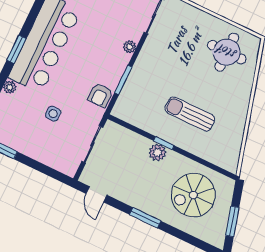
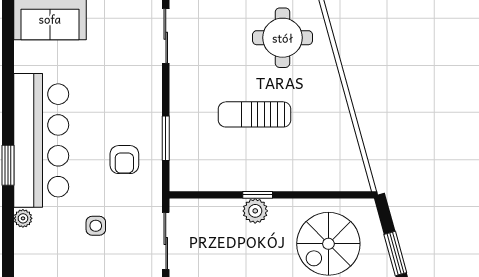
plant: (130, 47) -> (153, 91), removed
armchair: (100, 95) -> (124, 160), moved
sun lounger: (190, 114) -> (255, 114), moved

